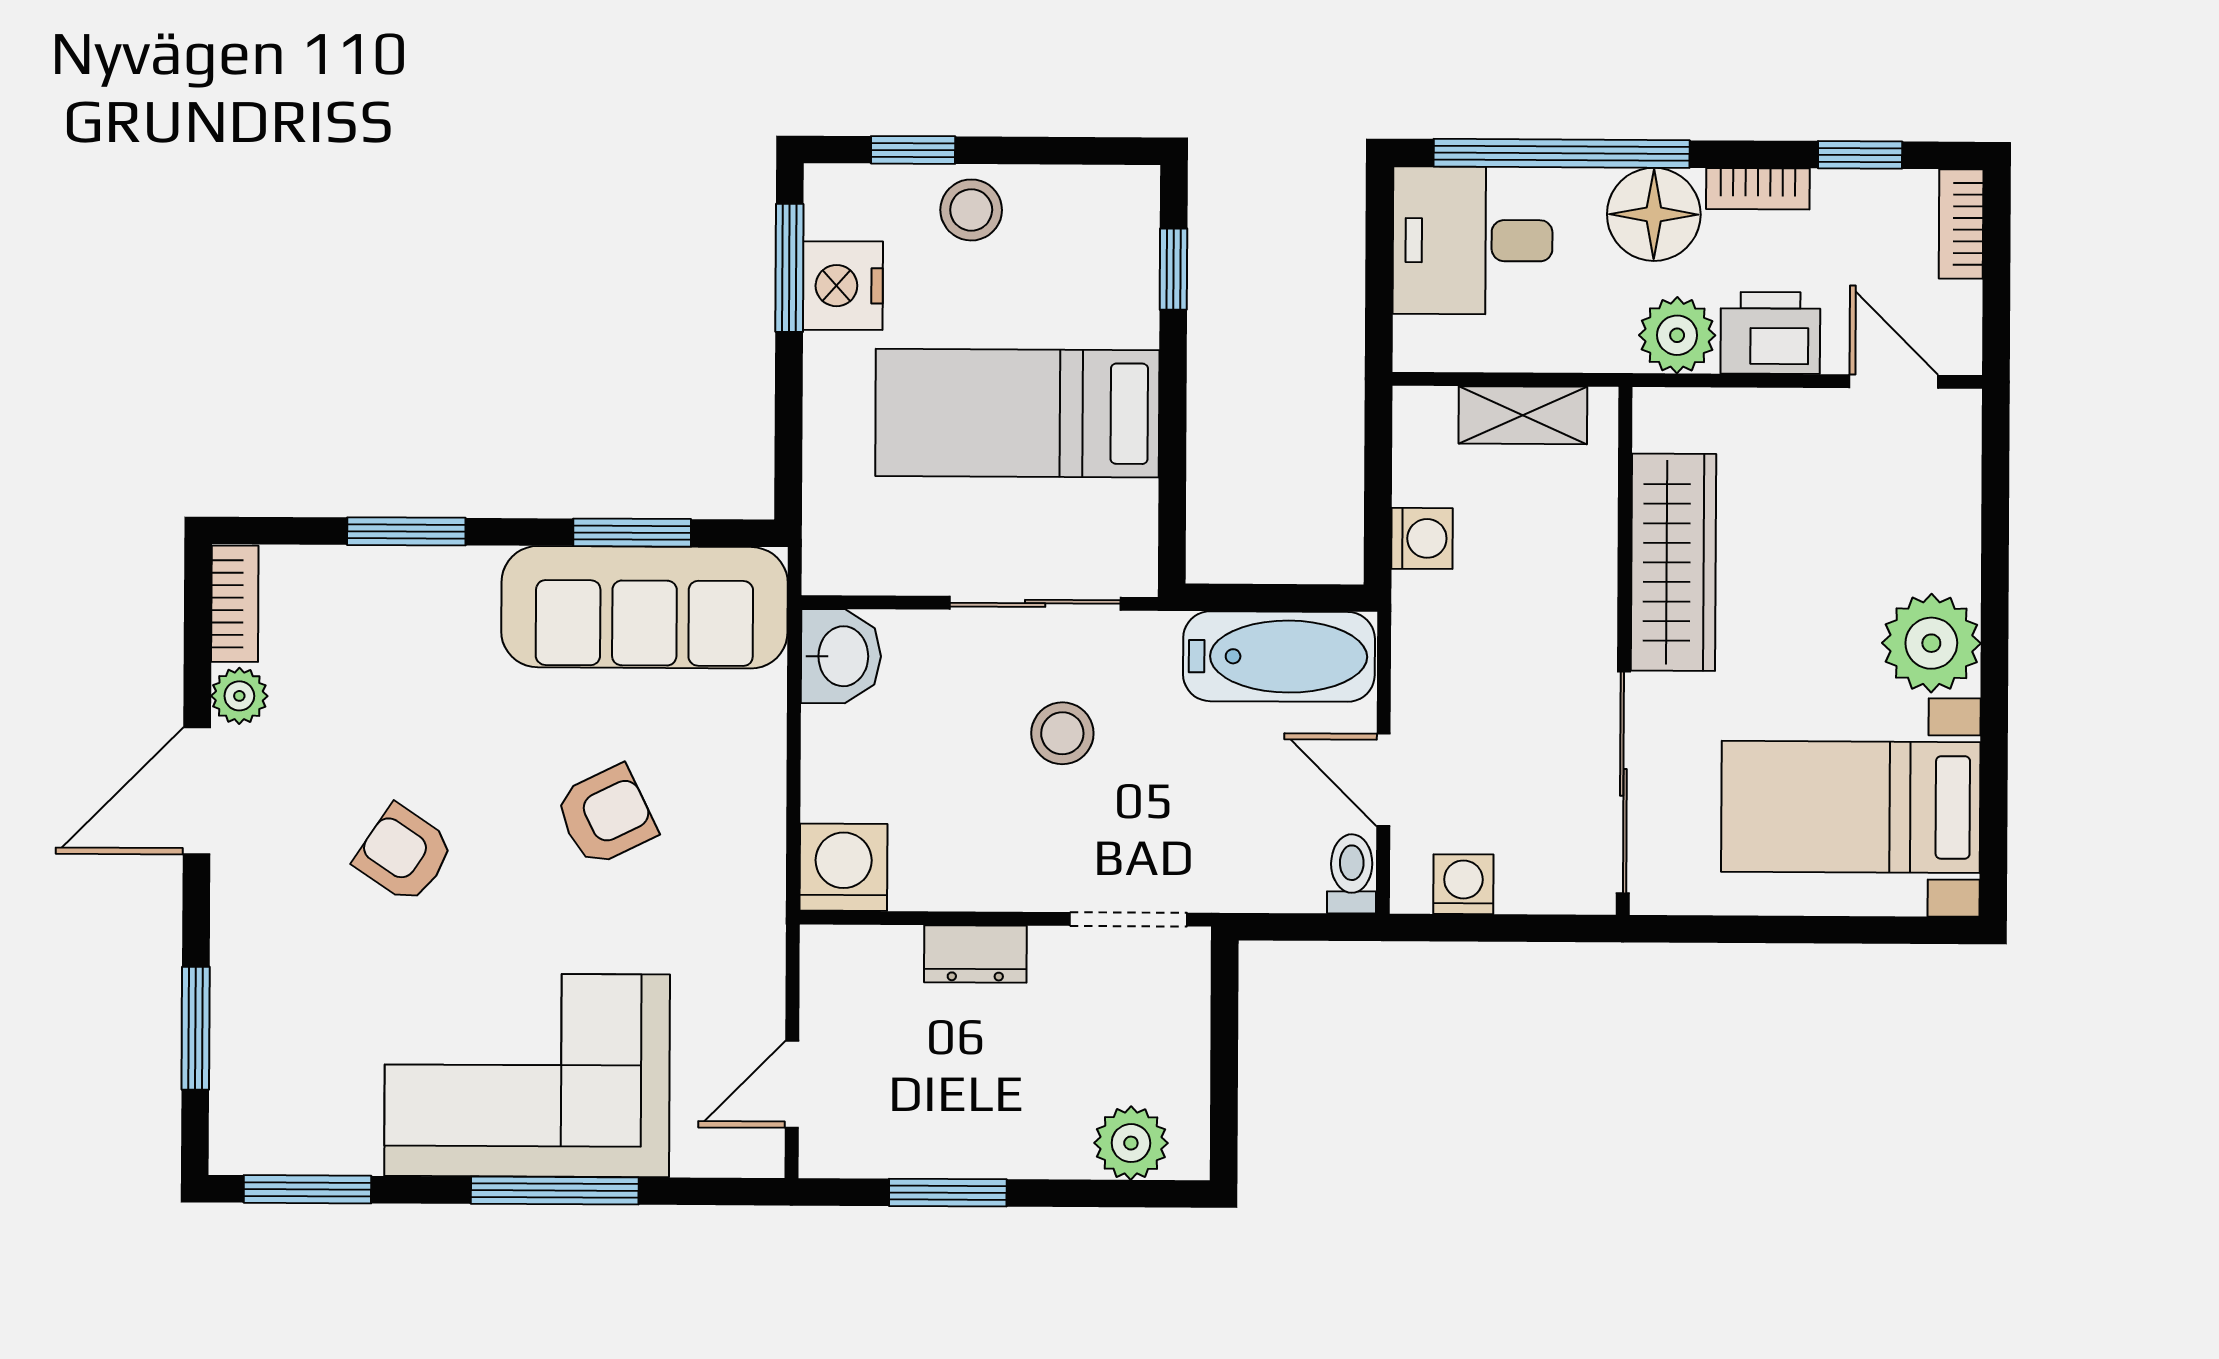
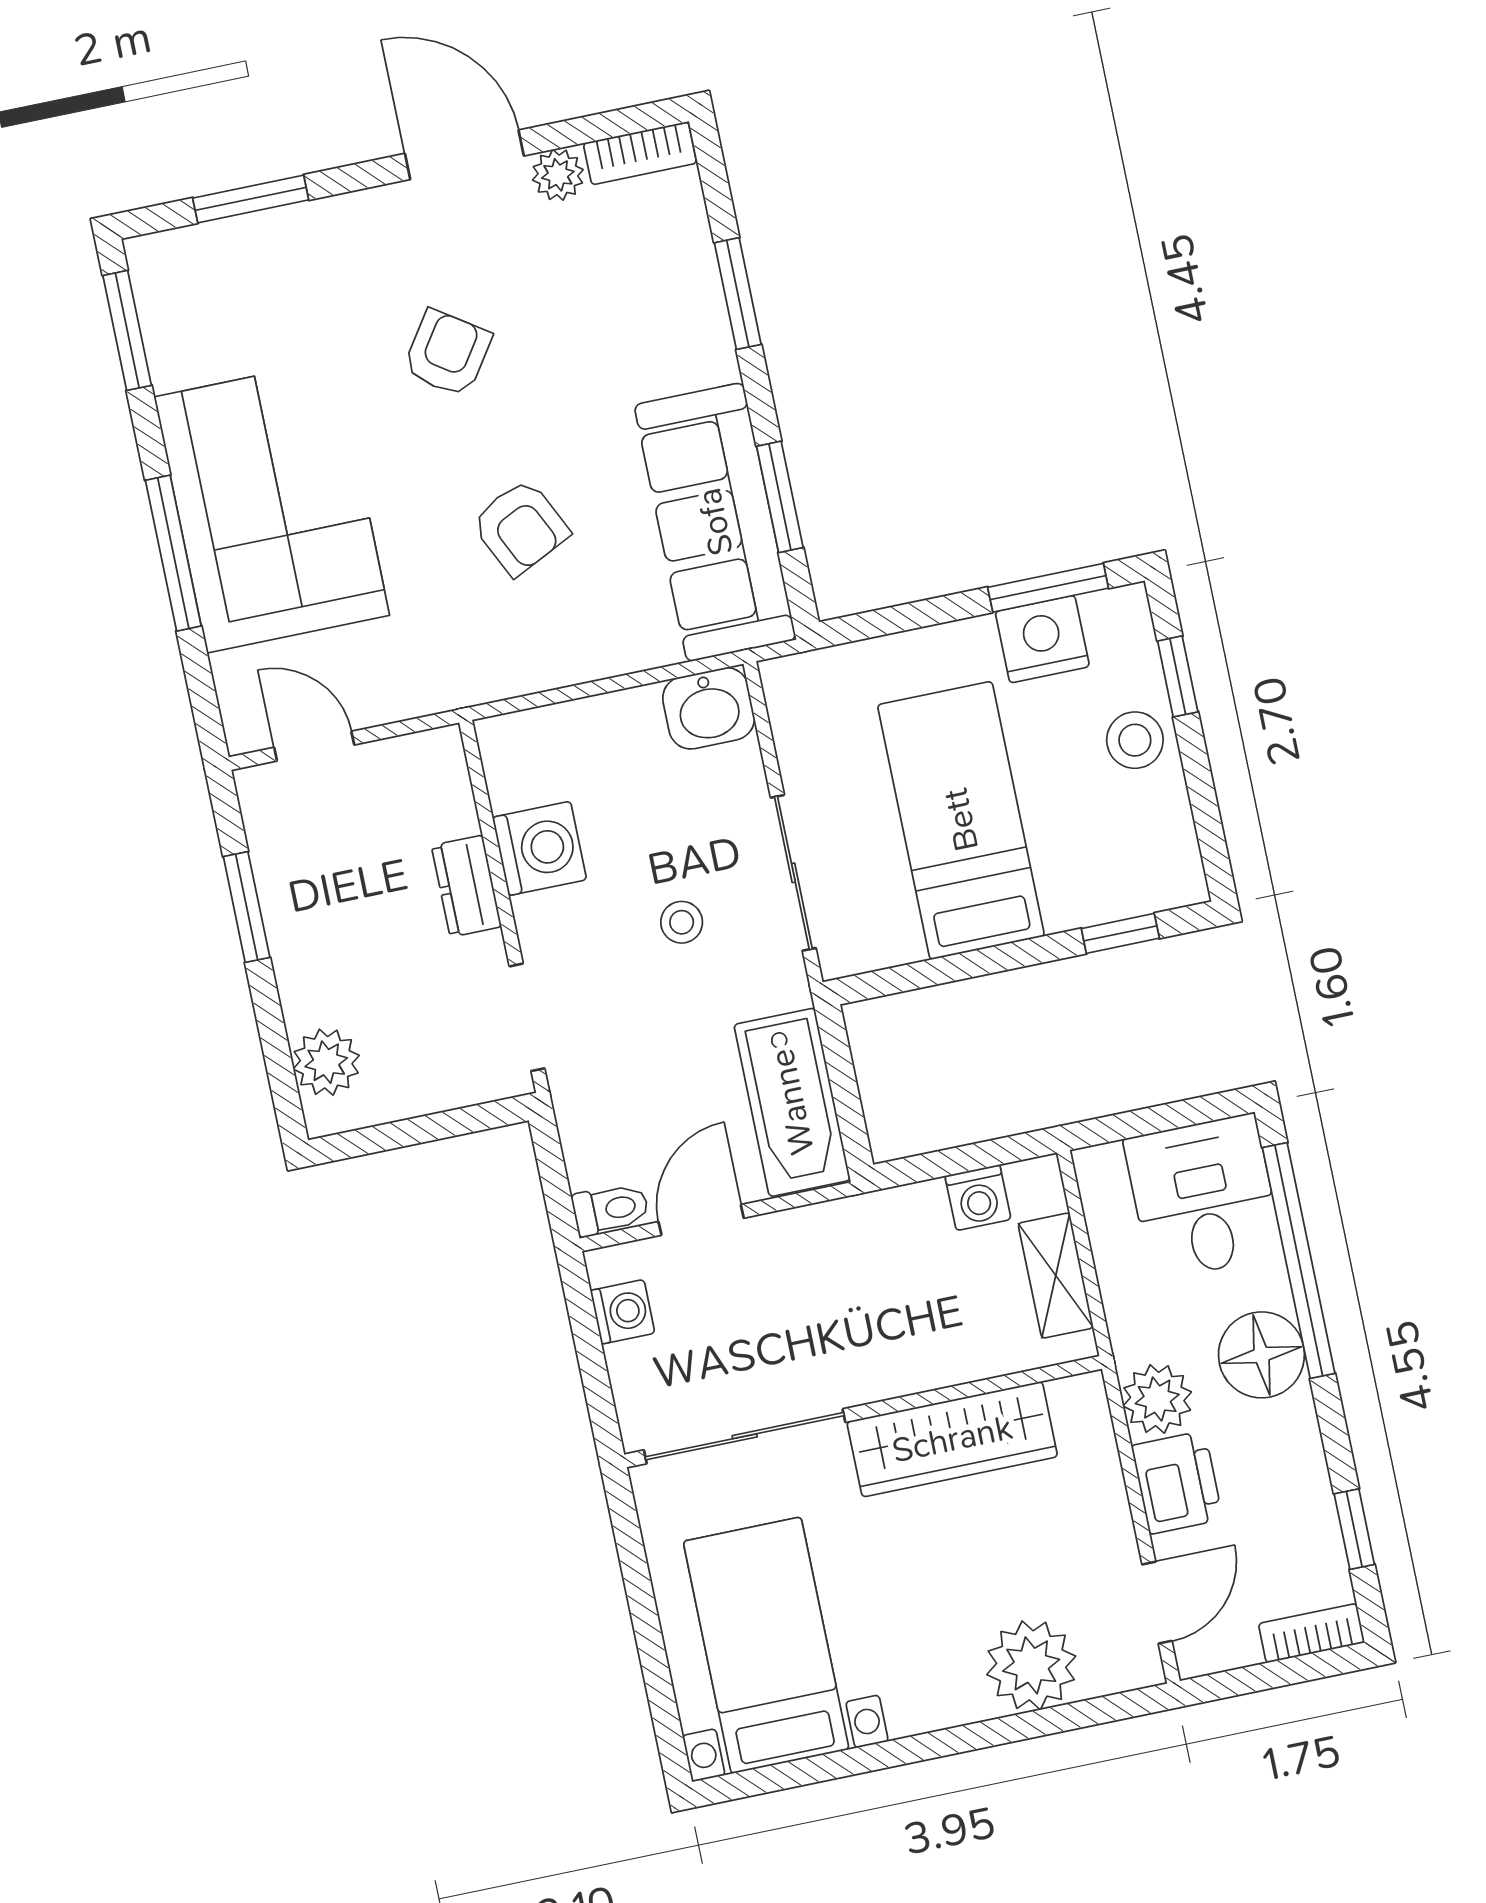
bookcase: (1758, 189) -> (1304, 1444), removed
washing machine: (1422, 538) -> (978, 1198), moved
plant: (1931, 643) -> (1031, 1665), moved
stool: (1062, 733) -> (682, 922), width x0.73, depth x0.73
washing machine: (844, 867) -> (539, 848), moved

